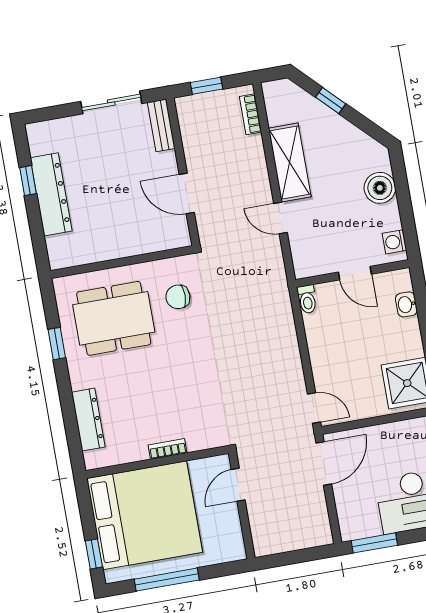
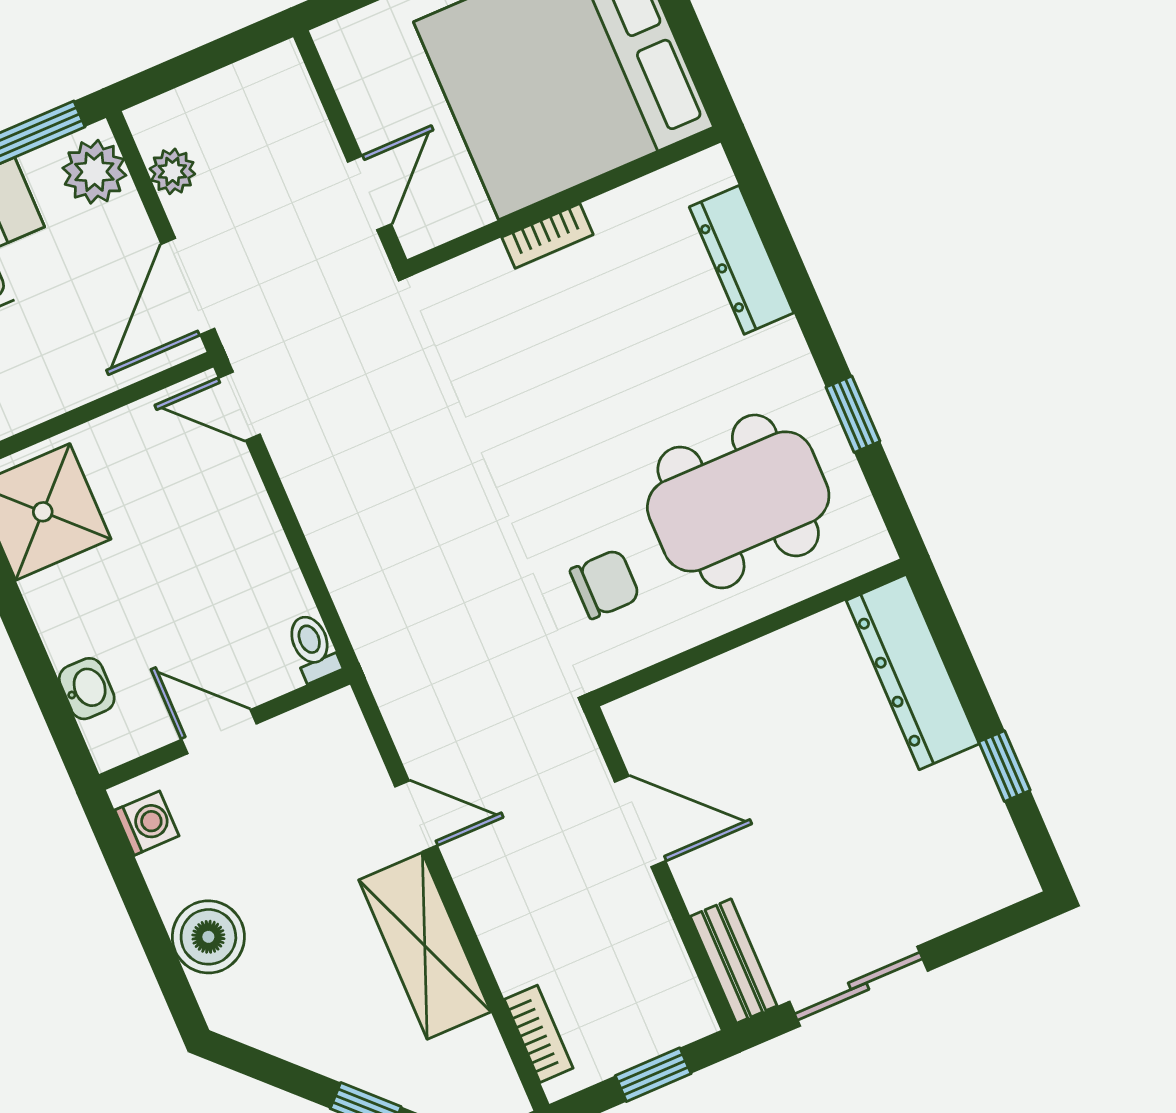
dresser: (51, 194) -> (913, 672), moved
plant: (319, 513) -> (172, 171), added
plant: (352, 521) -> (94, 172), added

